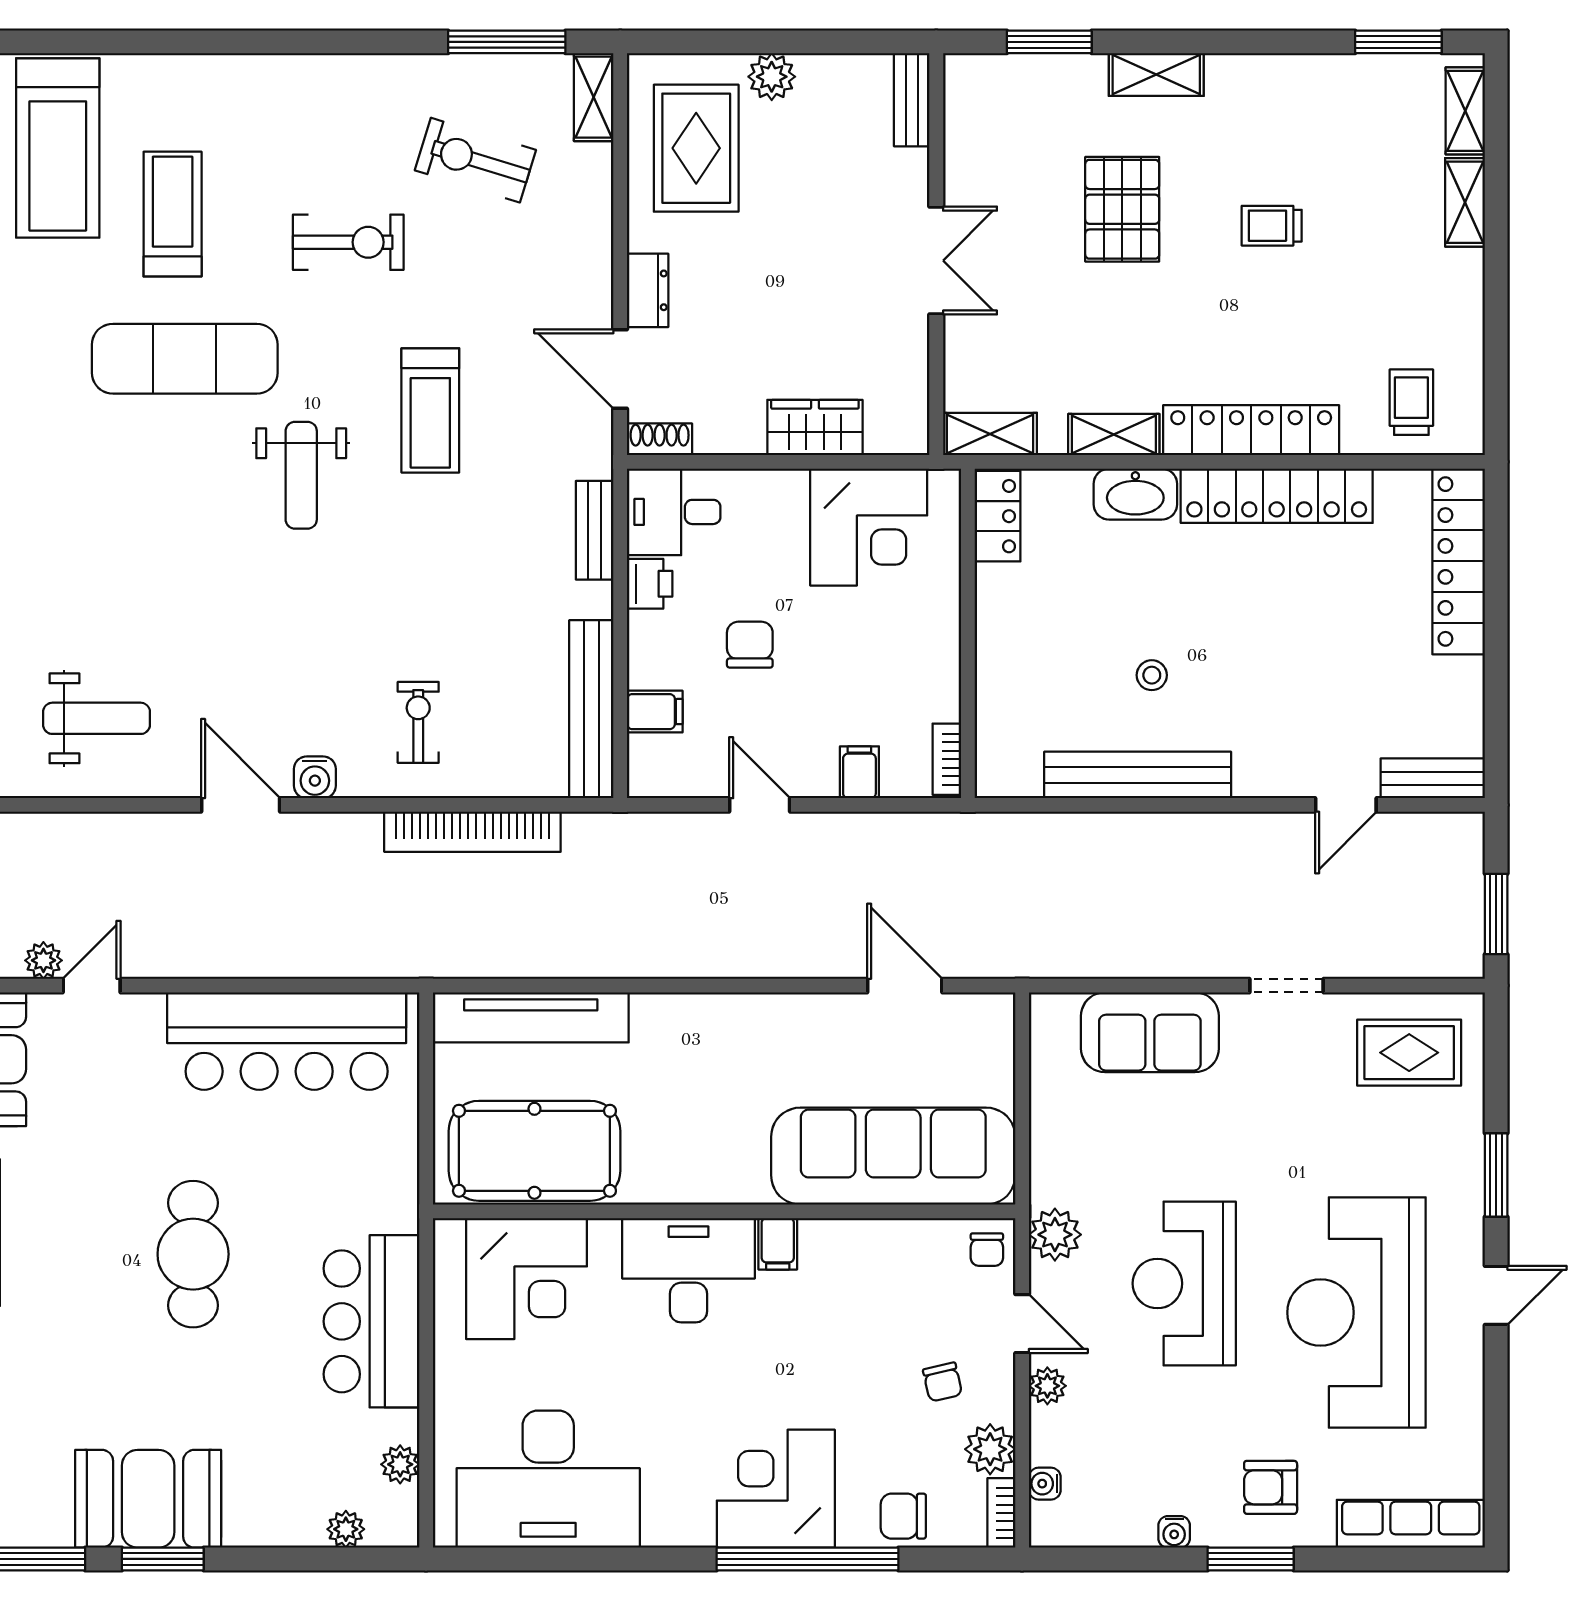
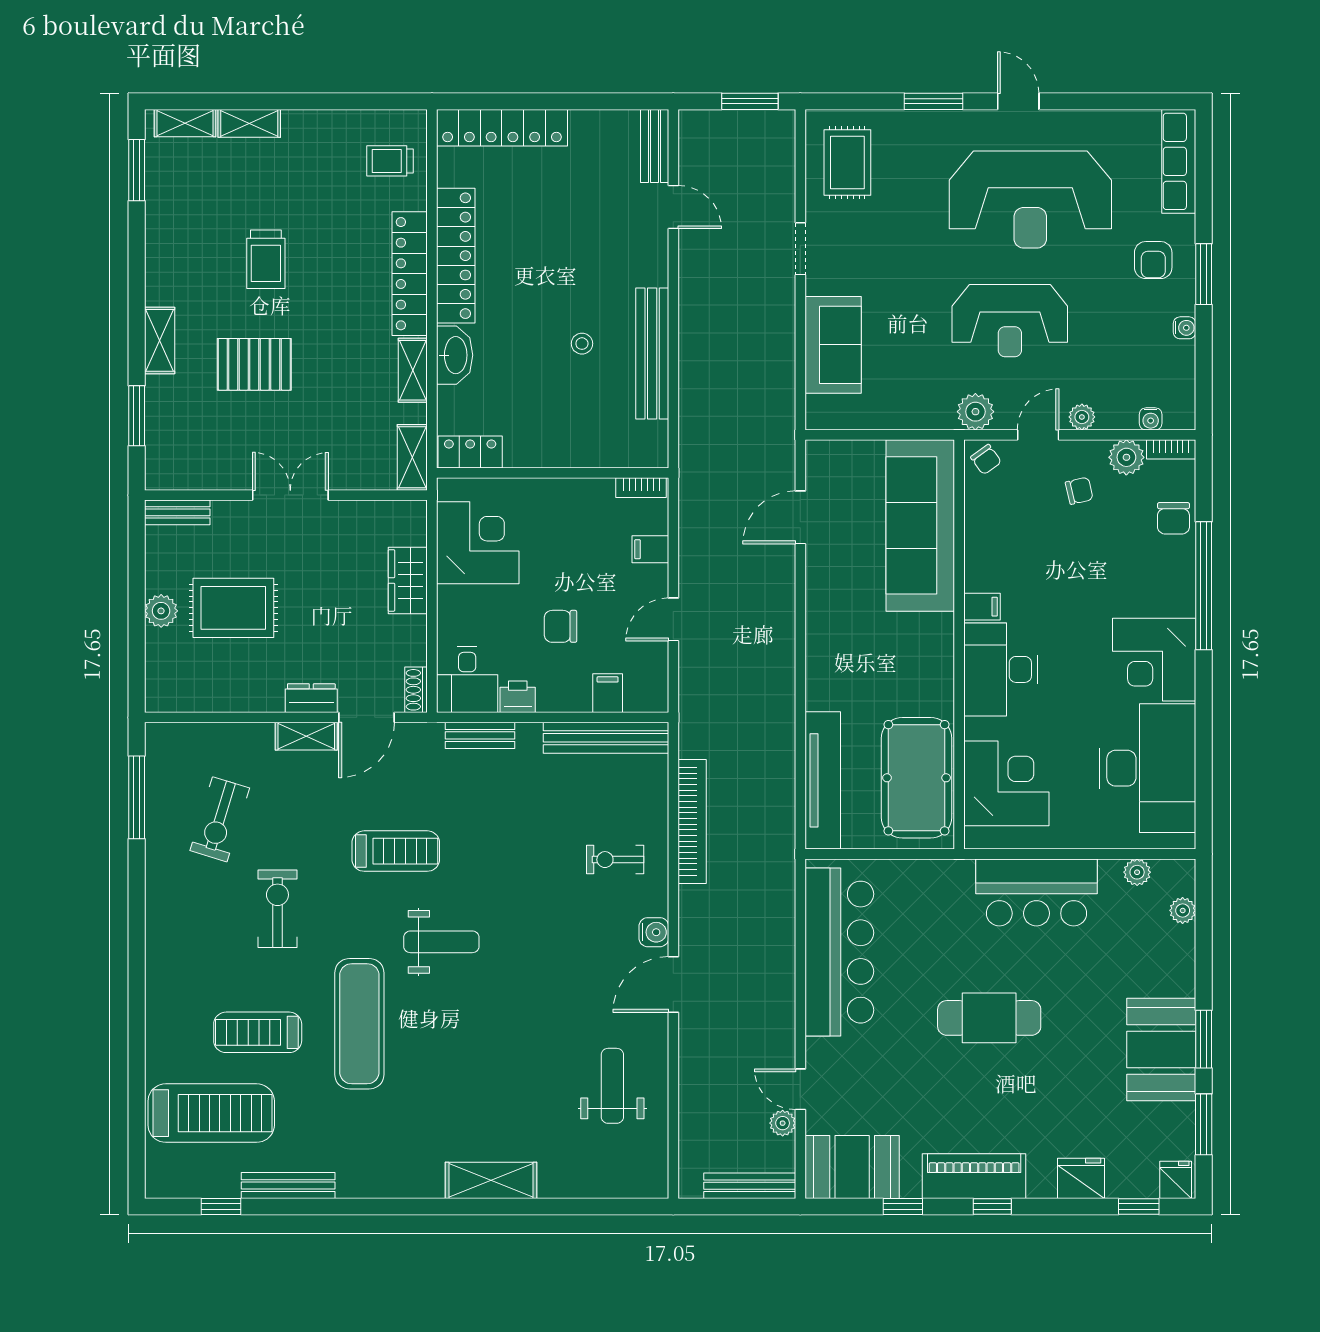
shelving: (594, 97) -> (306, 736), moved
rug: (696, 148) -> (233, 608), moved
trolley: (1272, 226) -> (266, 259), width x1.36, depth x1.39
chair: (987, 1250) -> (986, 460), turned 54
corner desk: (776, 1489) -> (1154, 660), moved

